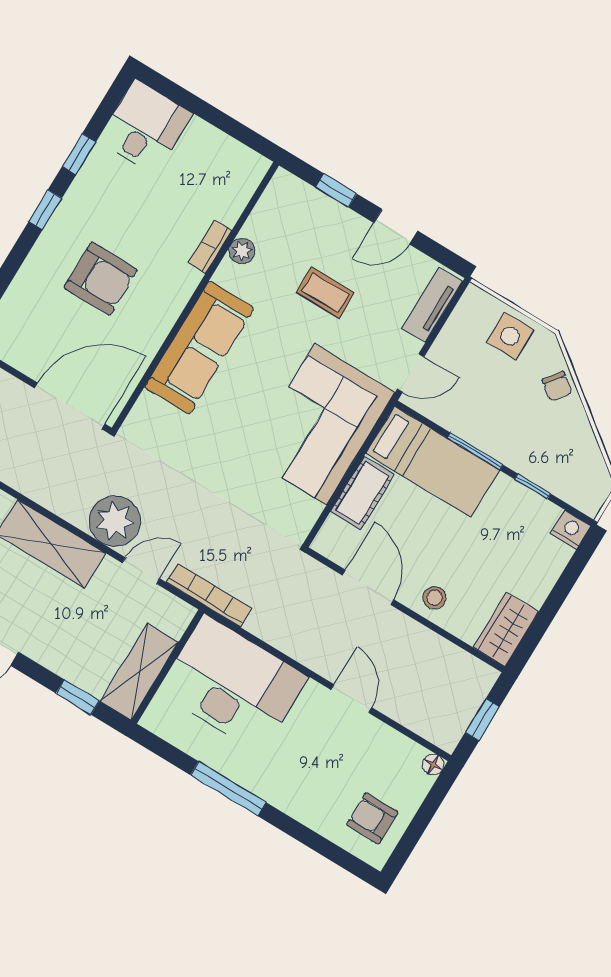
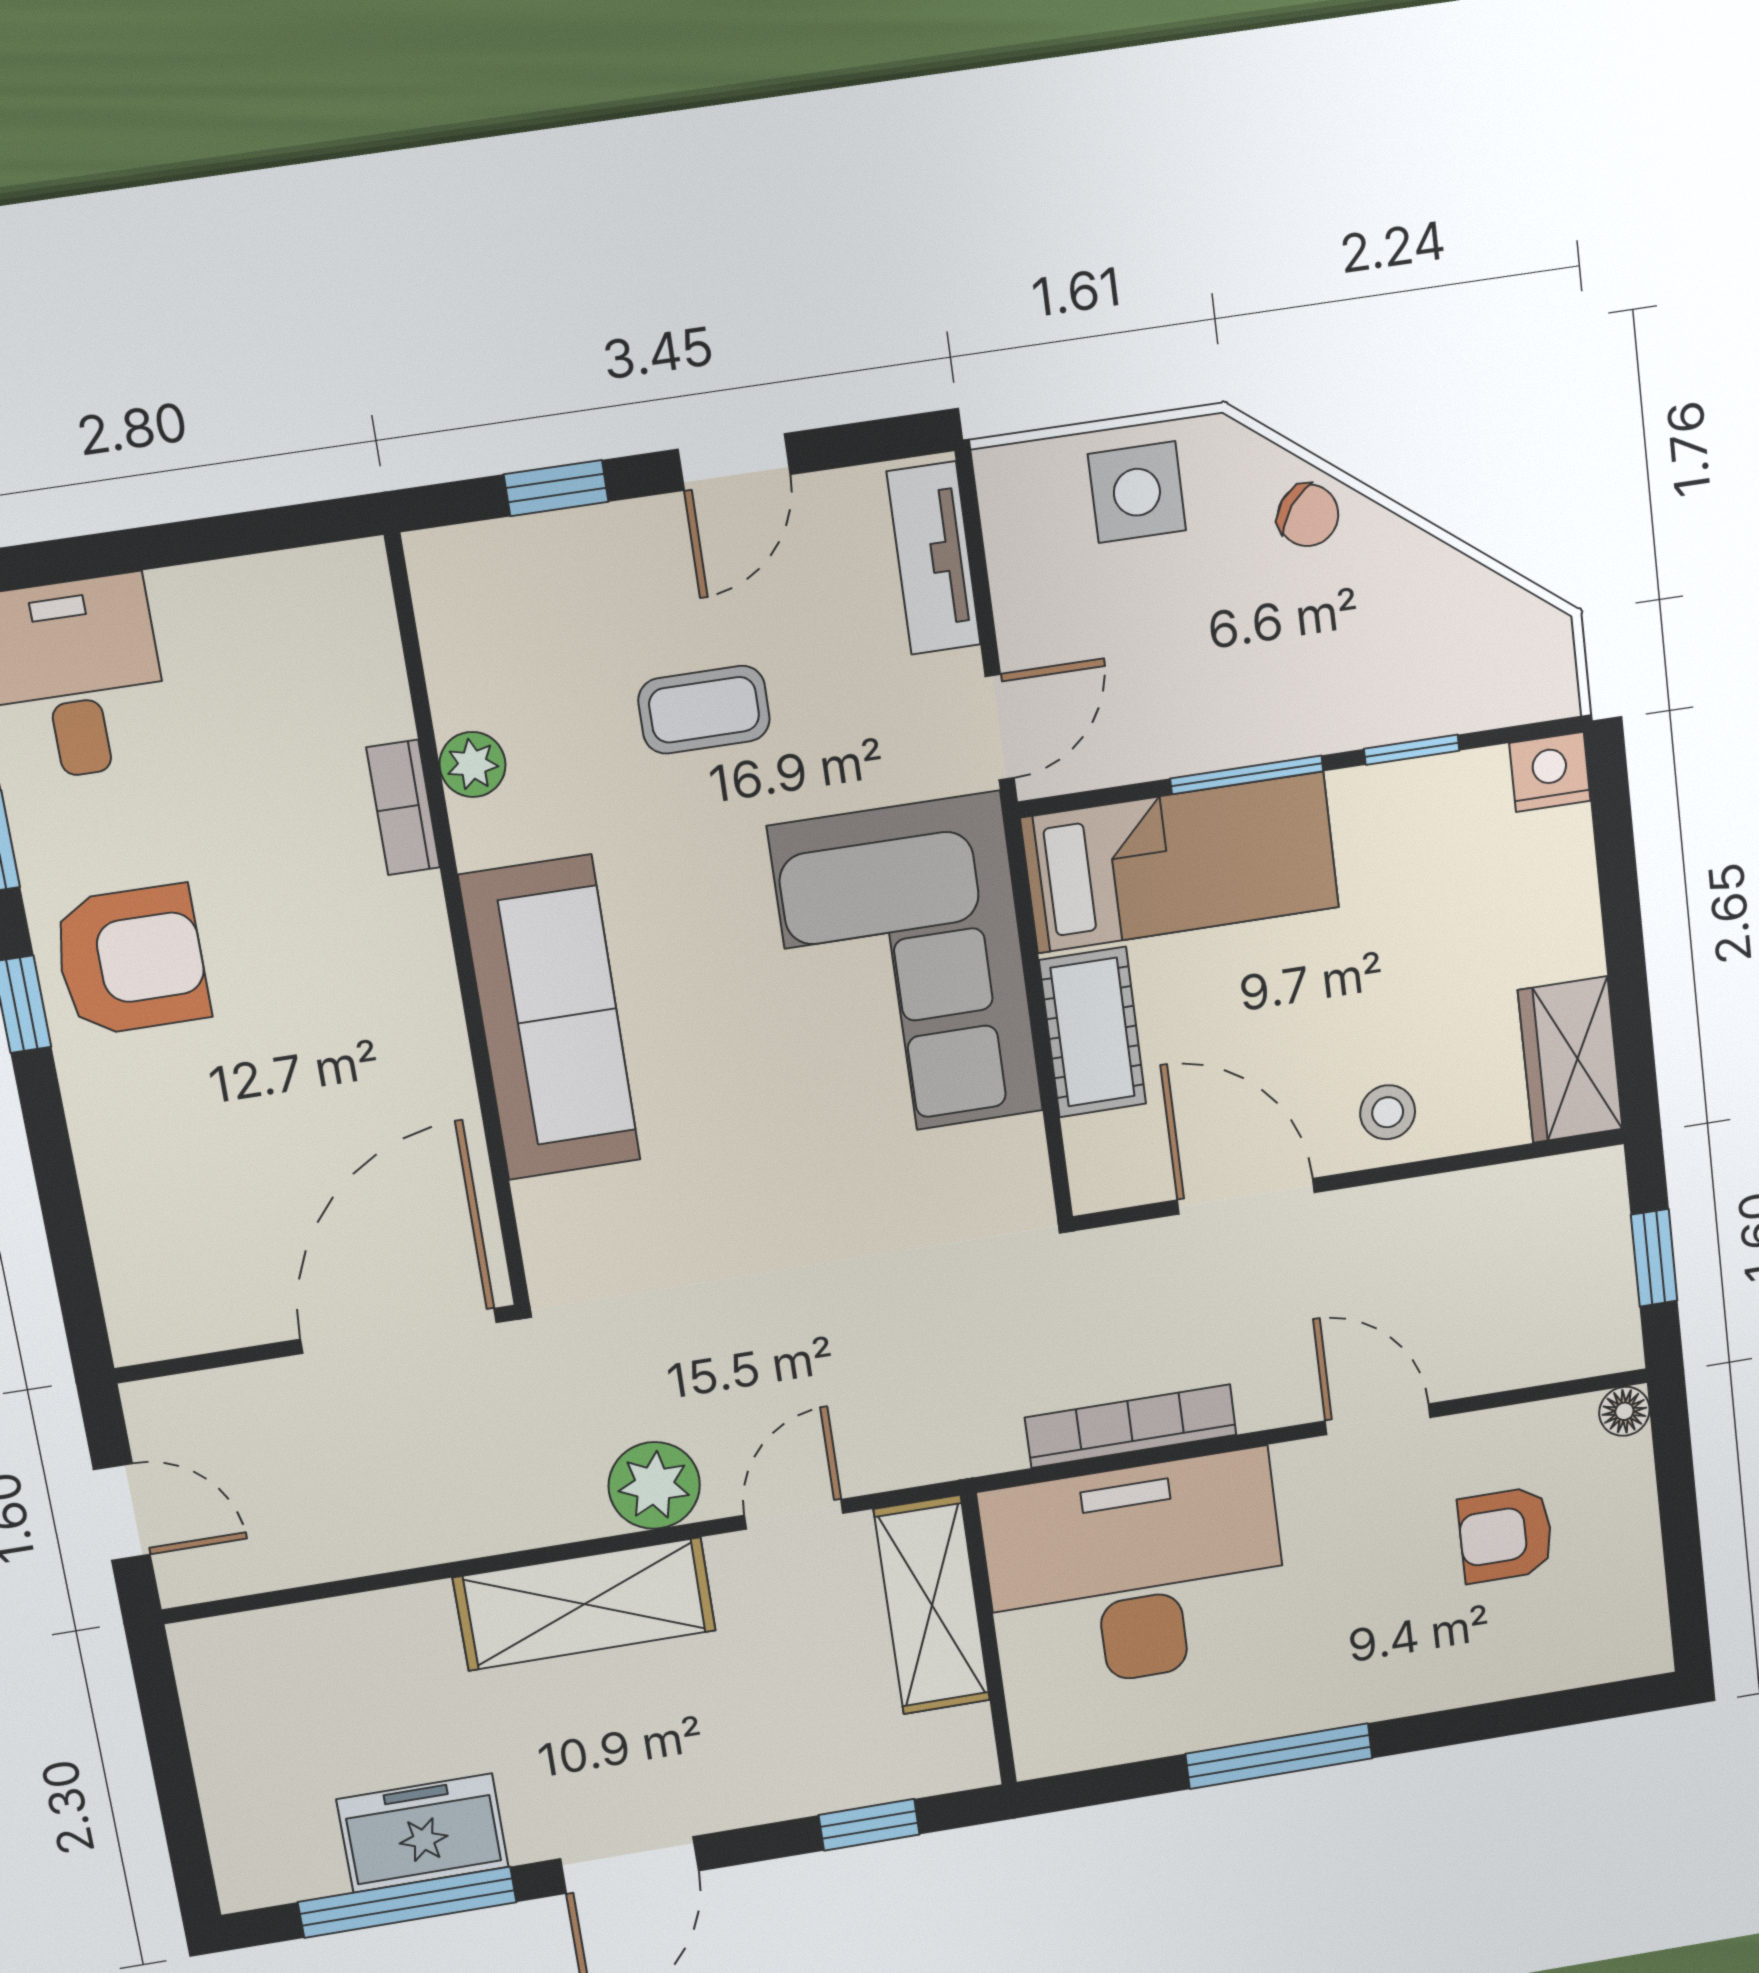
armchair: (101, 279) -> (131, 960), moved
plant: (115, 521) -> (654, 1485), width x0.73, depth x0.73
bookcase: (209, 595) -> (1131, 1426), moved
shelving: (139, 672) -> (932, 1605), moved
armchair: (372, 818) -> (1506, 1535), moved

